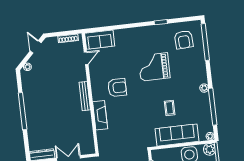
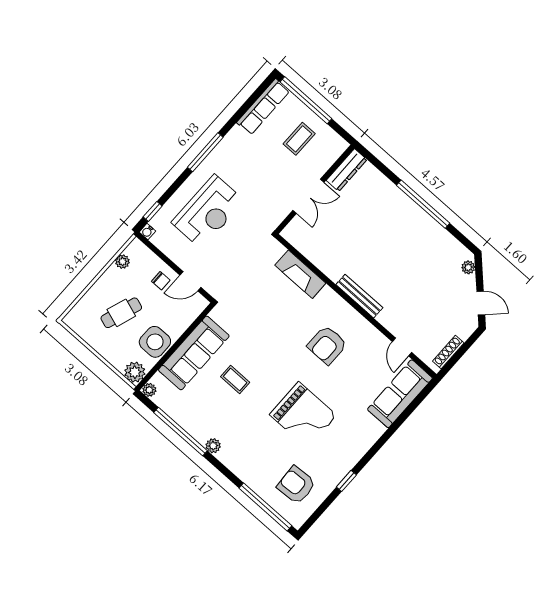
sofa: (100, 40) -> (400, 394), width x1.36
grand piano: (154, 67) -> (303, 415), turned 90
fireplace: (100, 115) -> (300, 274), moved

